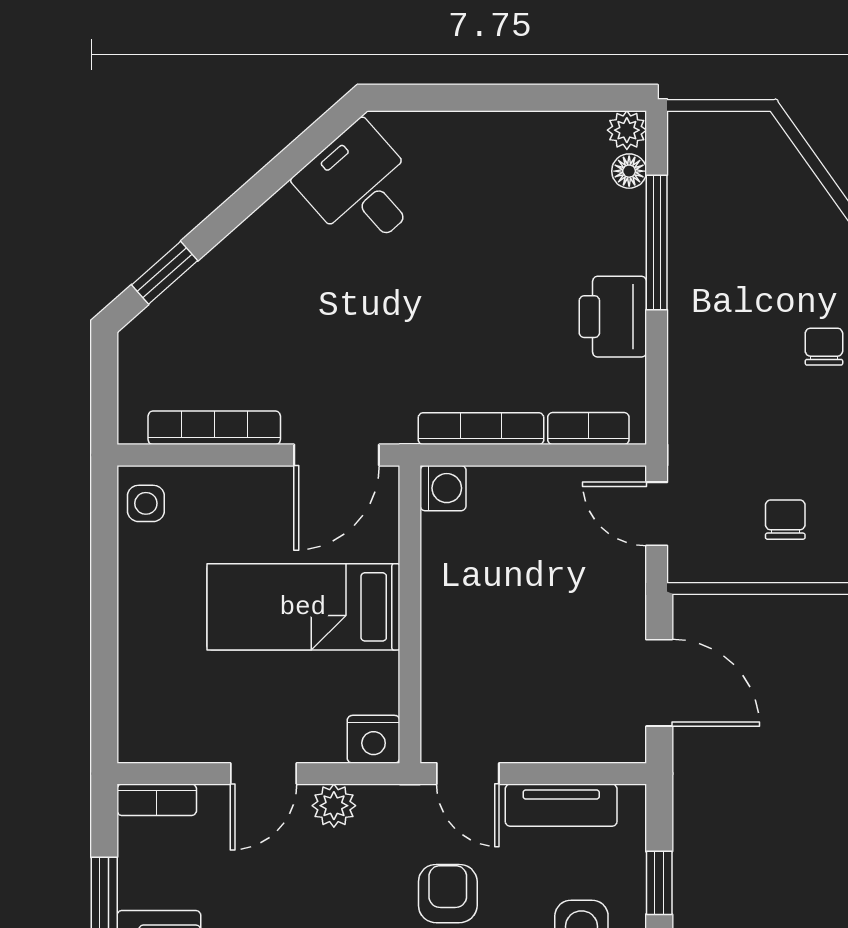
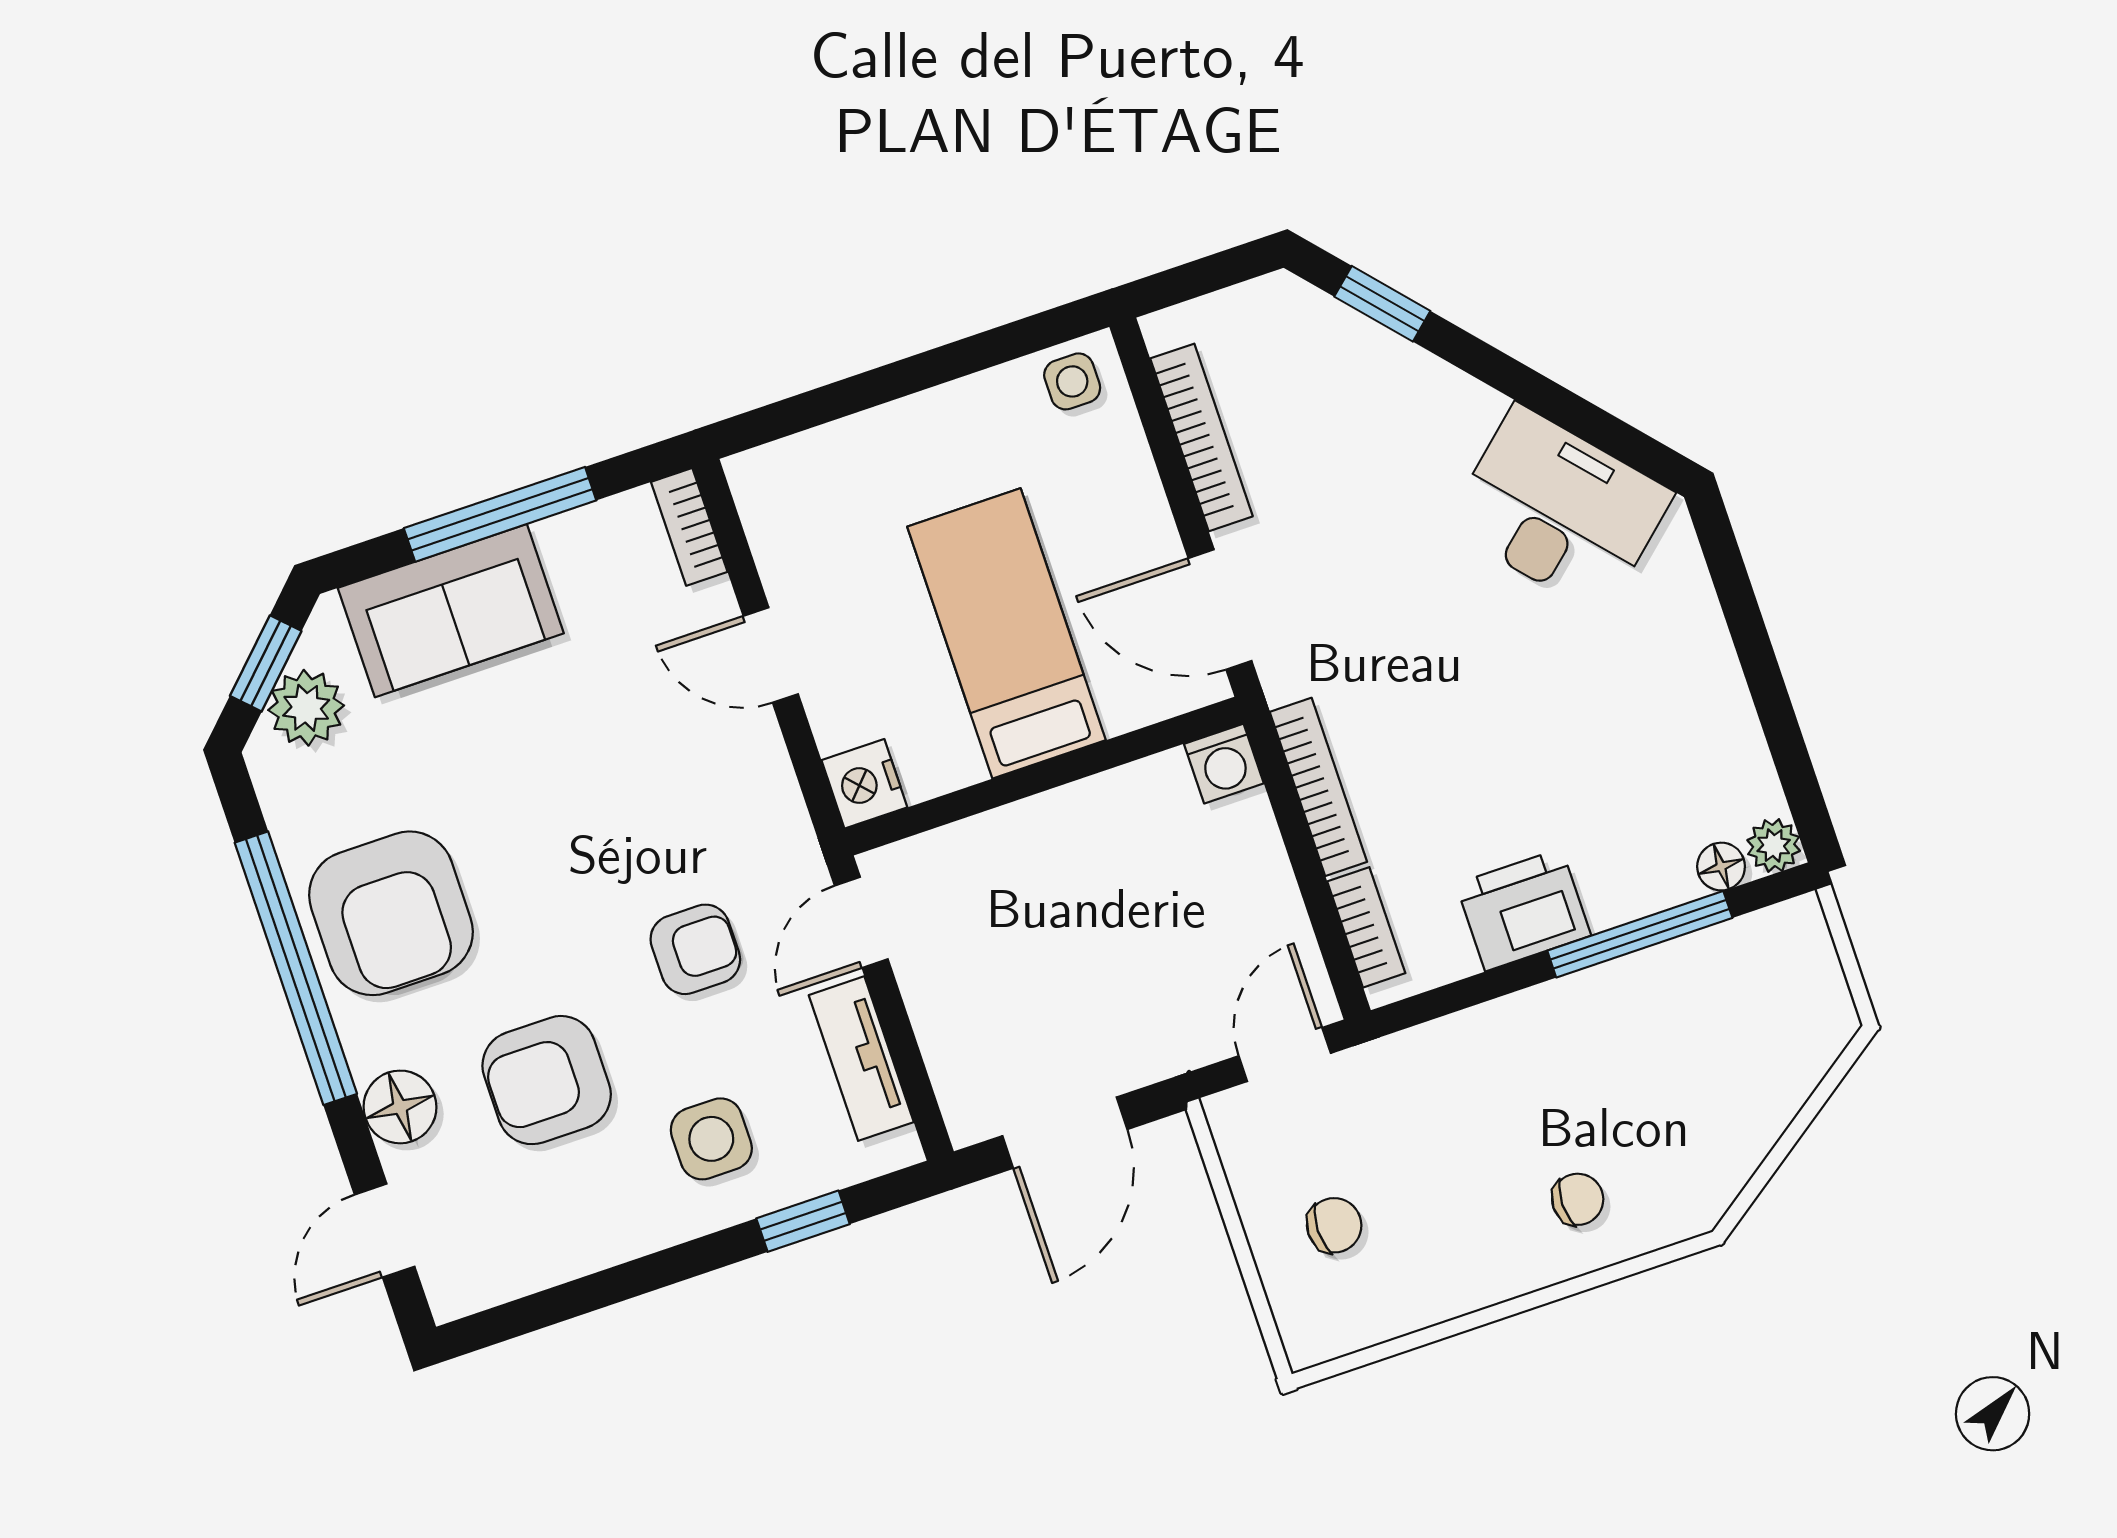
desk: (361, 187) -> (1559, 510), width x1.37
plant: (334, 806) -> (760, 761), removed

